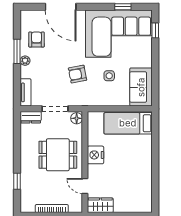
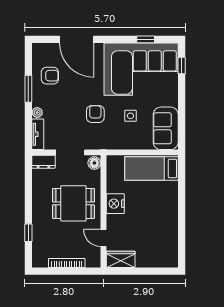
armchair: (36, 39) -> (50, 76), turned 90
plant: (25, 61) -> (37, 112), moved
armchair: (78, 74) -> (95, 114), turned 101

